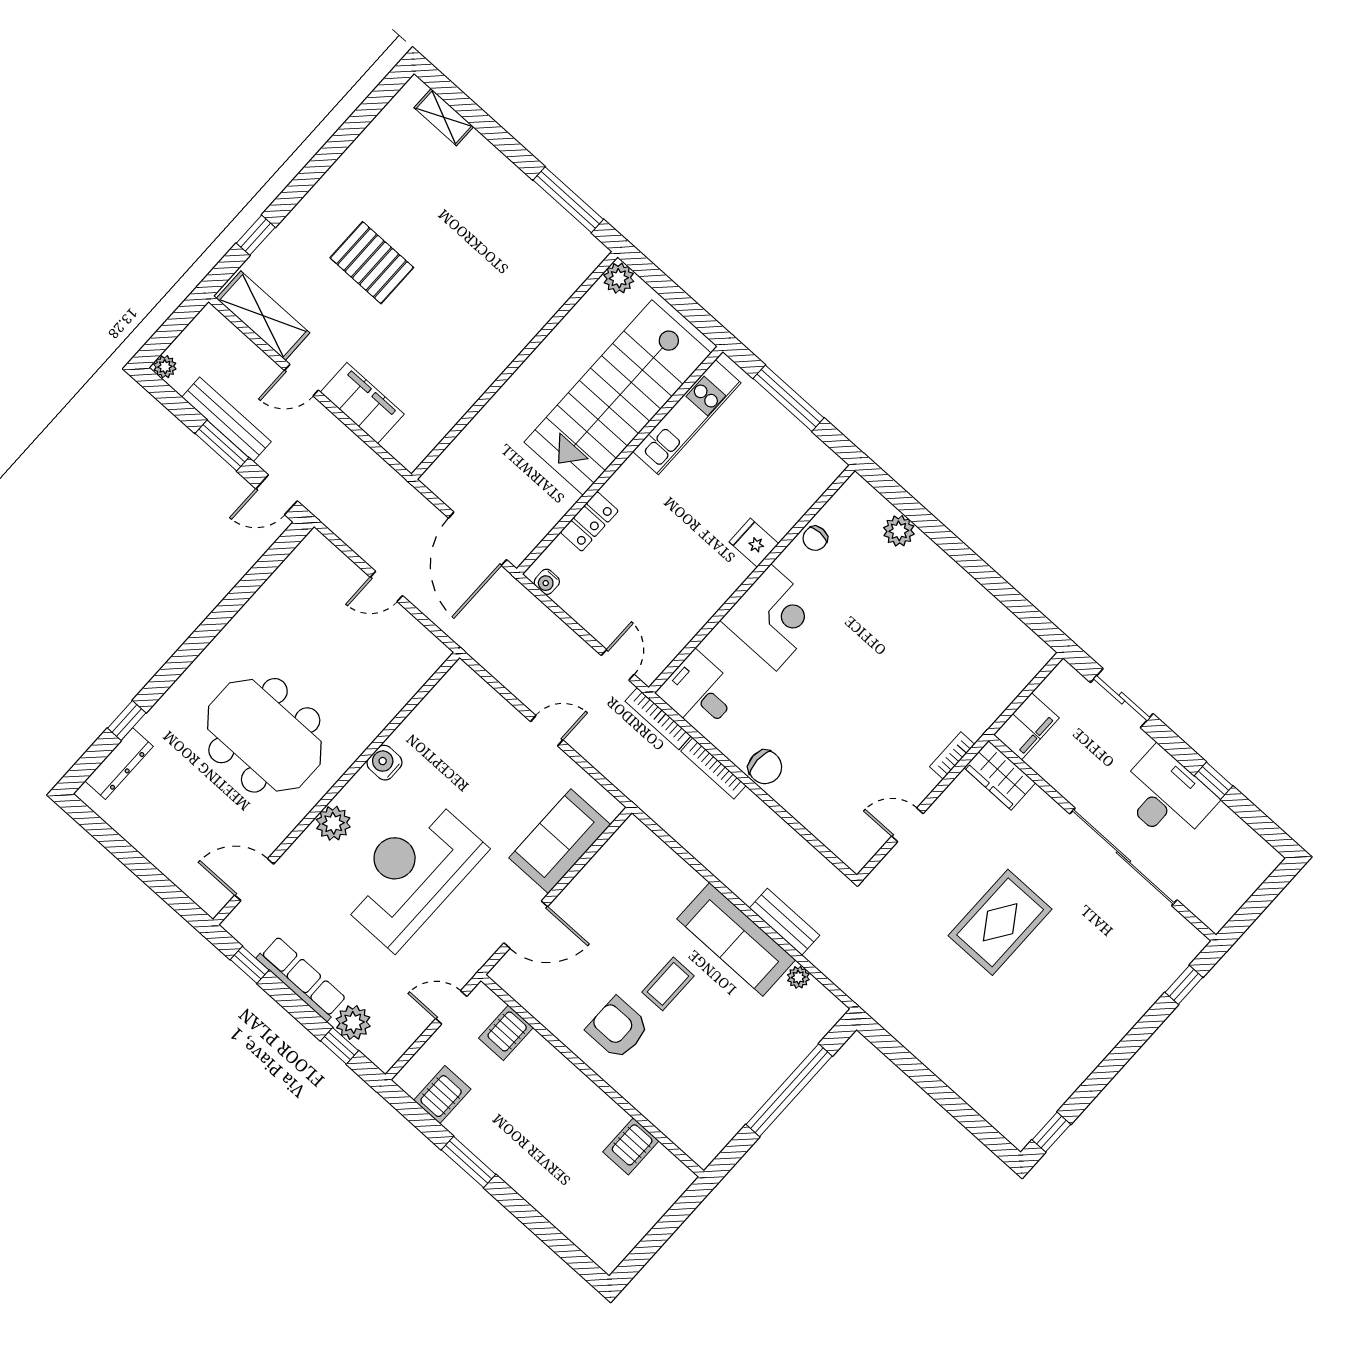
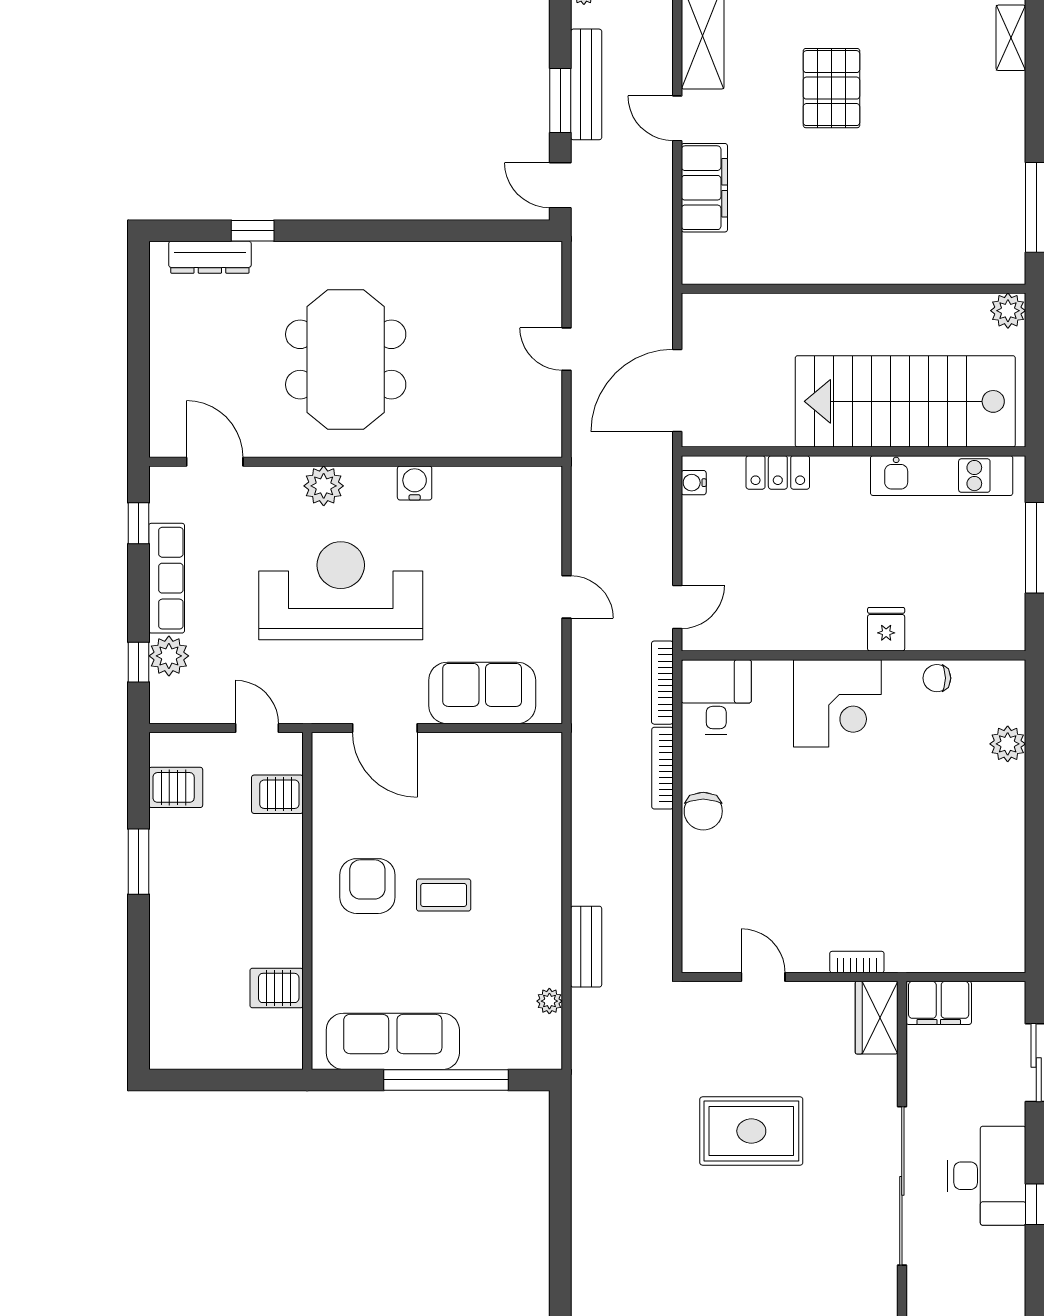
sofa: (736, 939) -> (393, 1041), moved, turned 90

